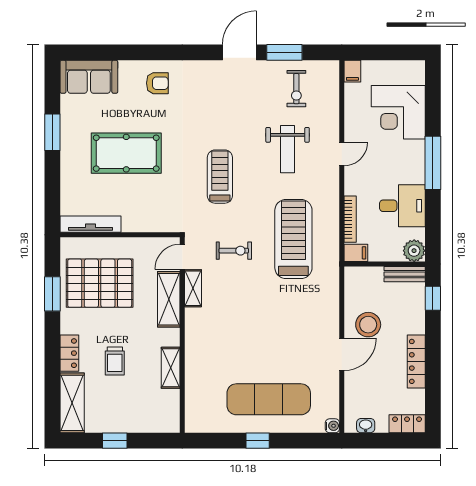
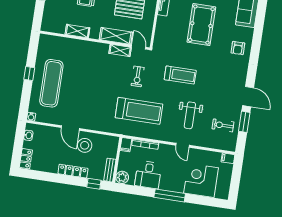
weight bench: (288, 149) -> (190, 115), turned -90
locker: (416, 361) -> (73, 171), moved

